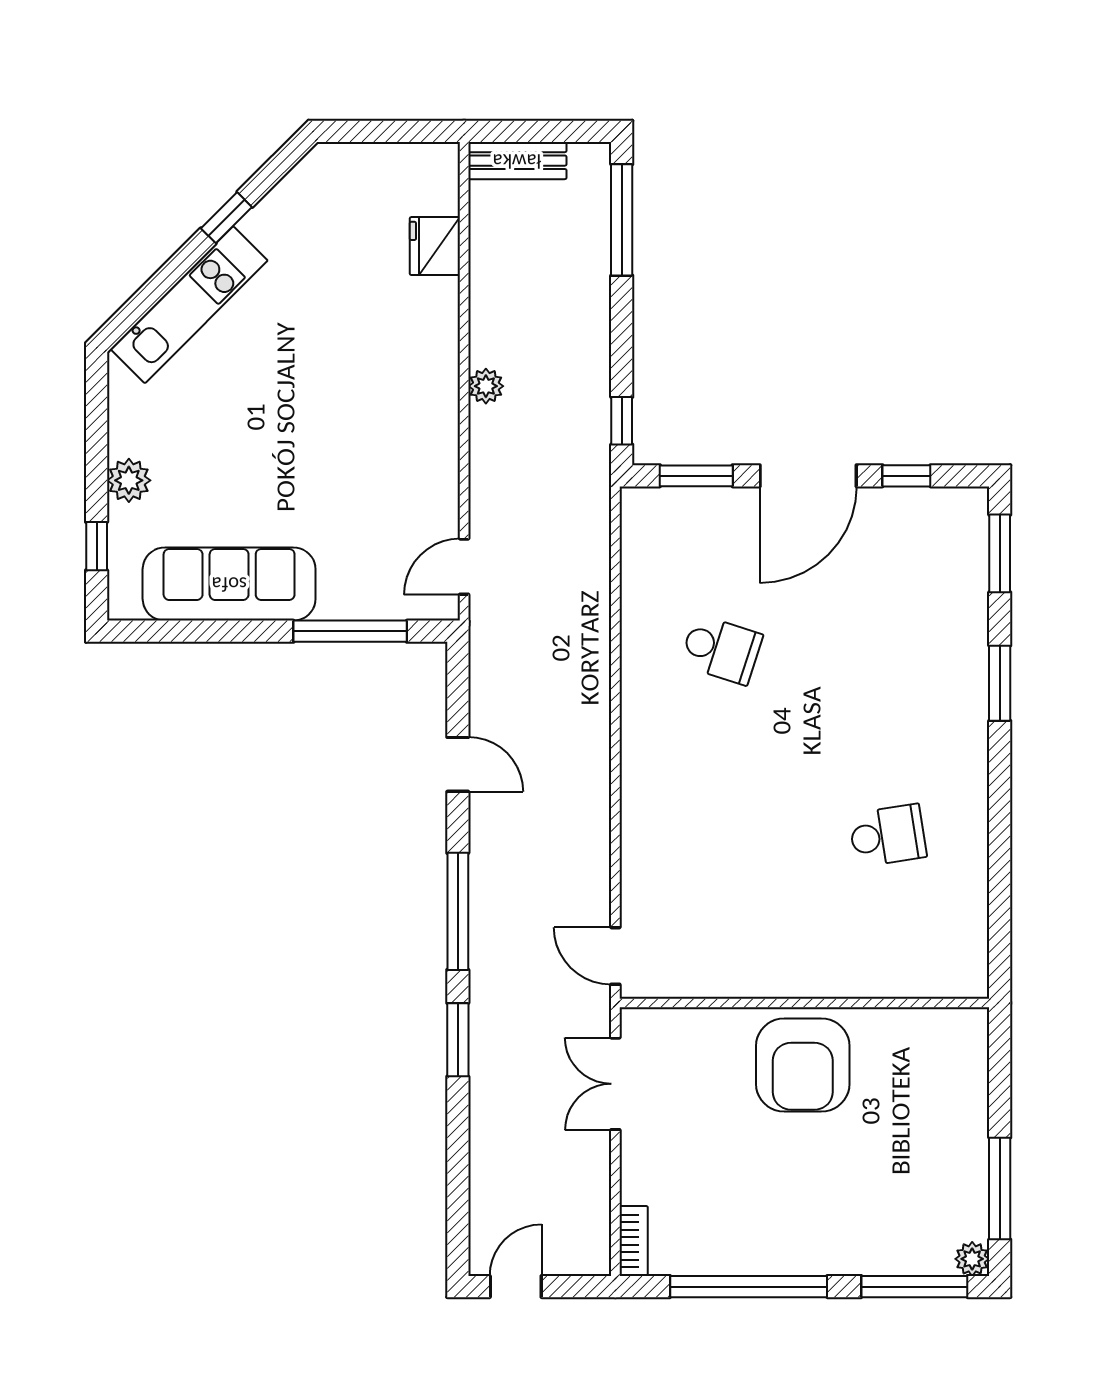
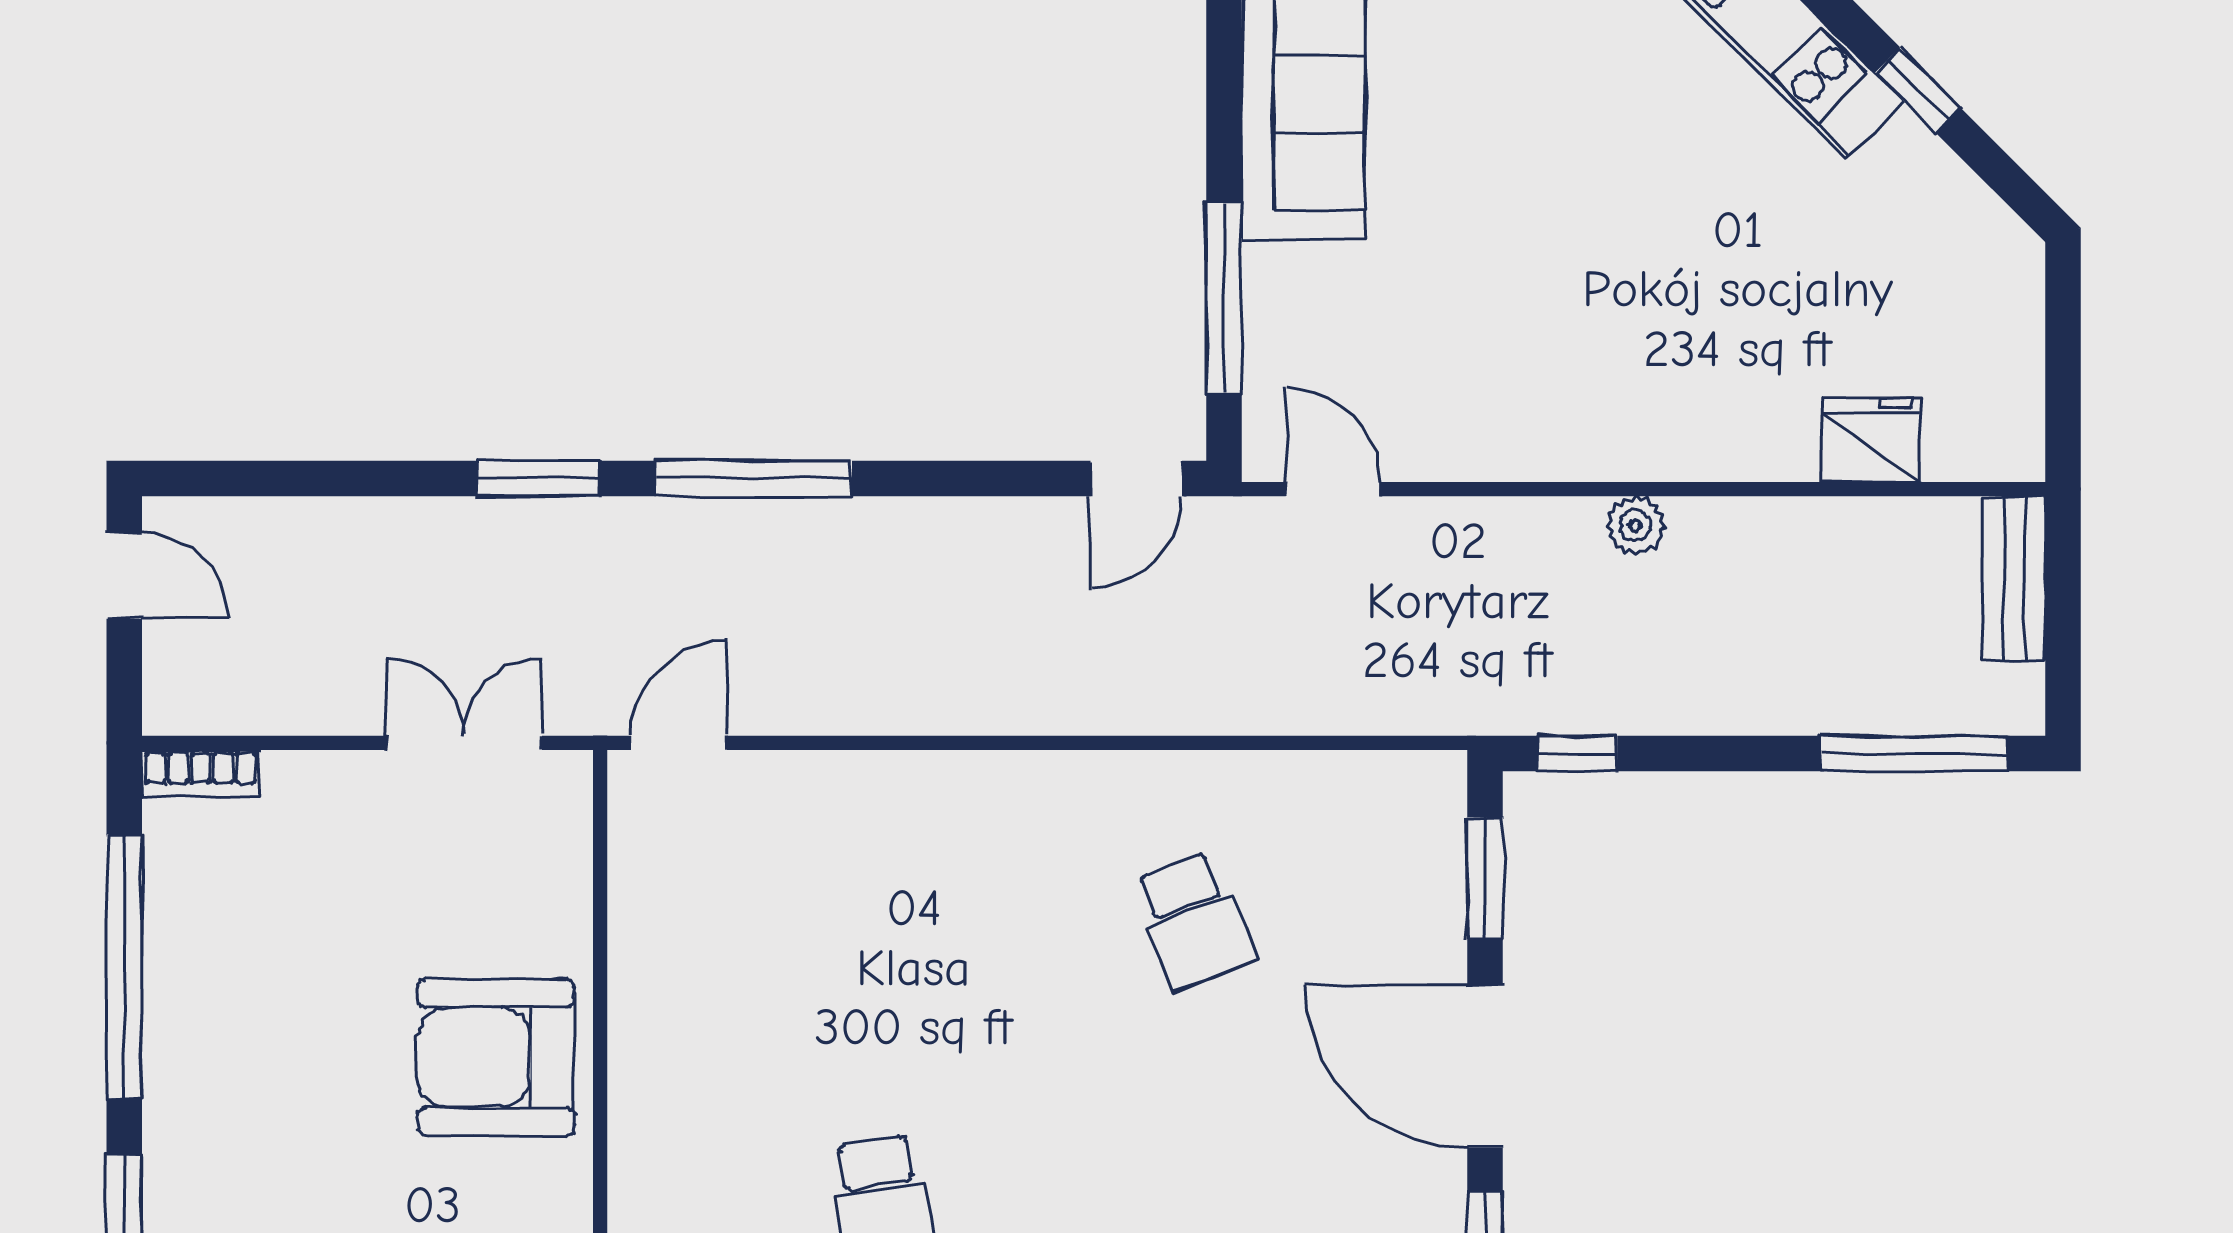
school desk: (721, 650) -> (1193, 921), turned -39
door: (458, 764) -> (1136, 479), moved

